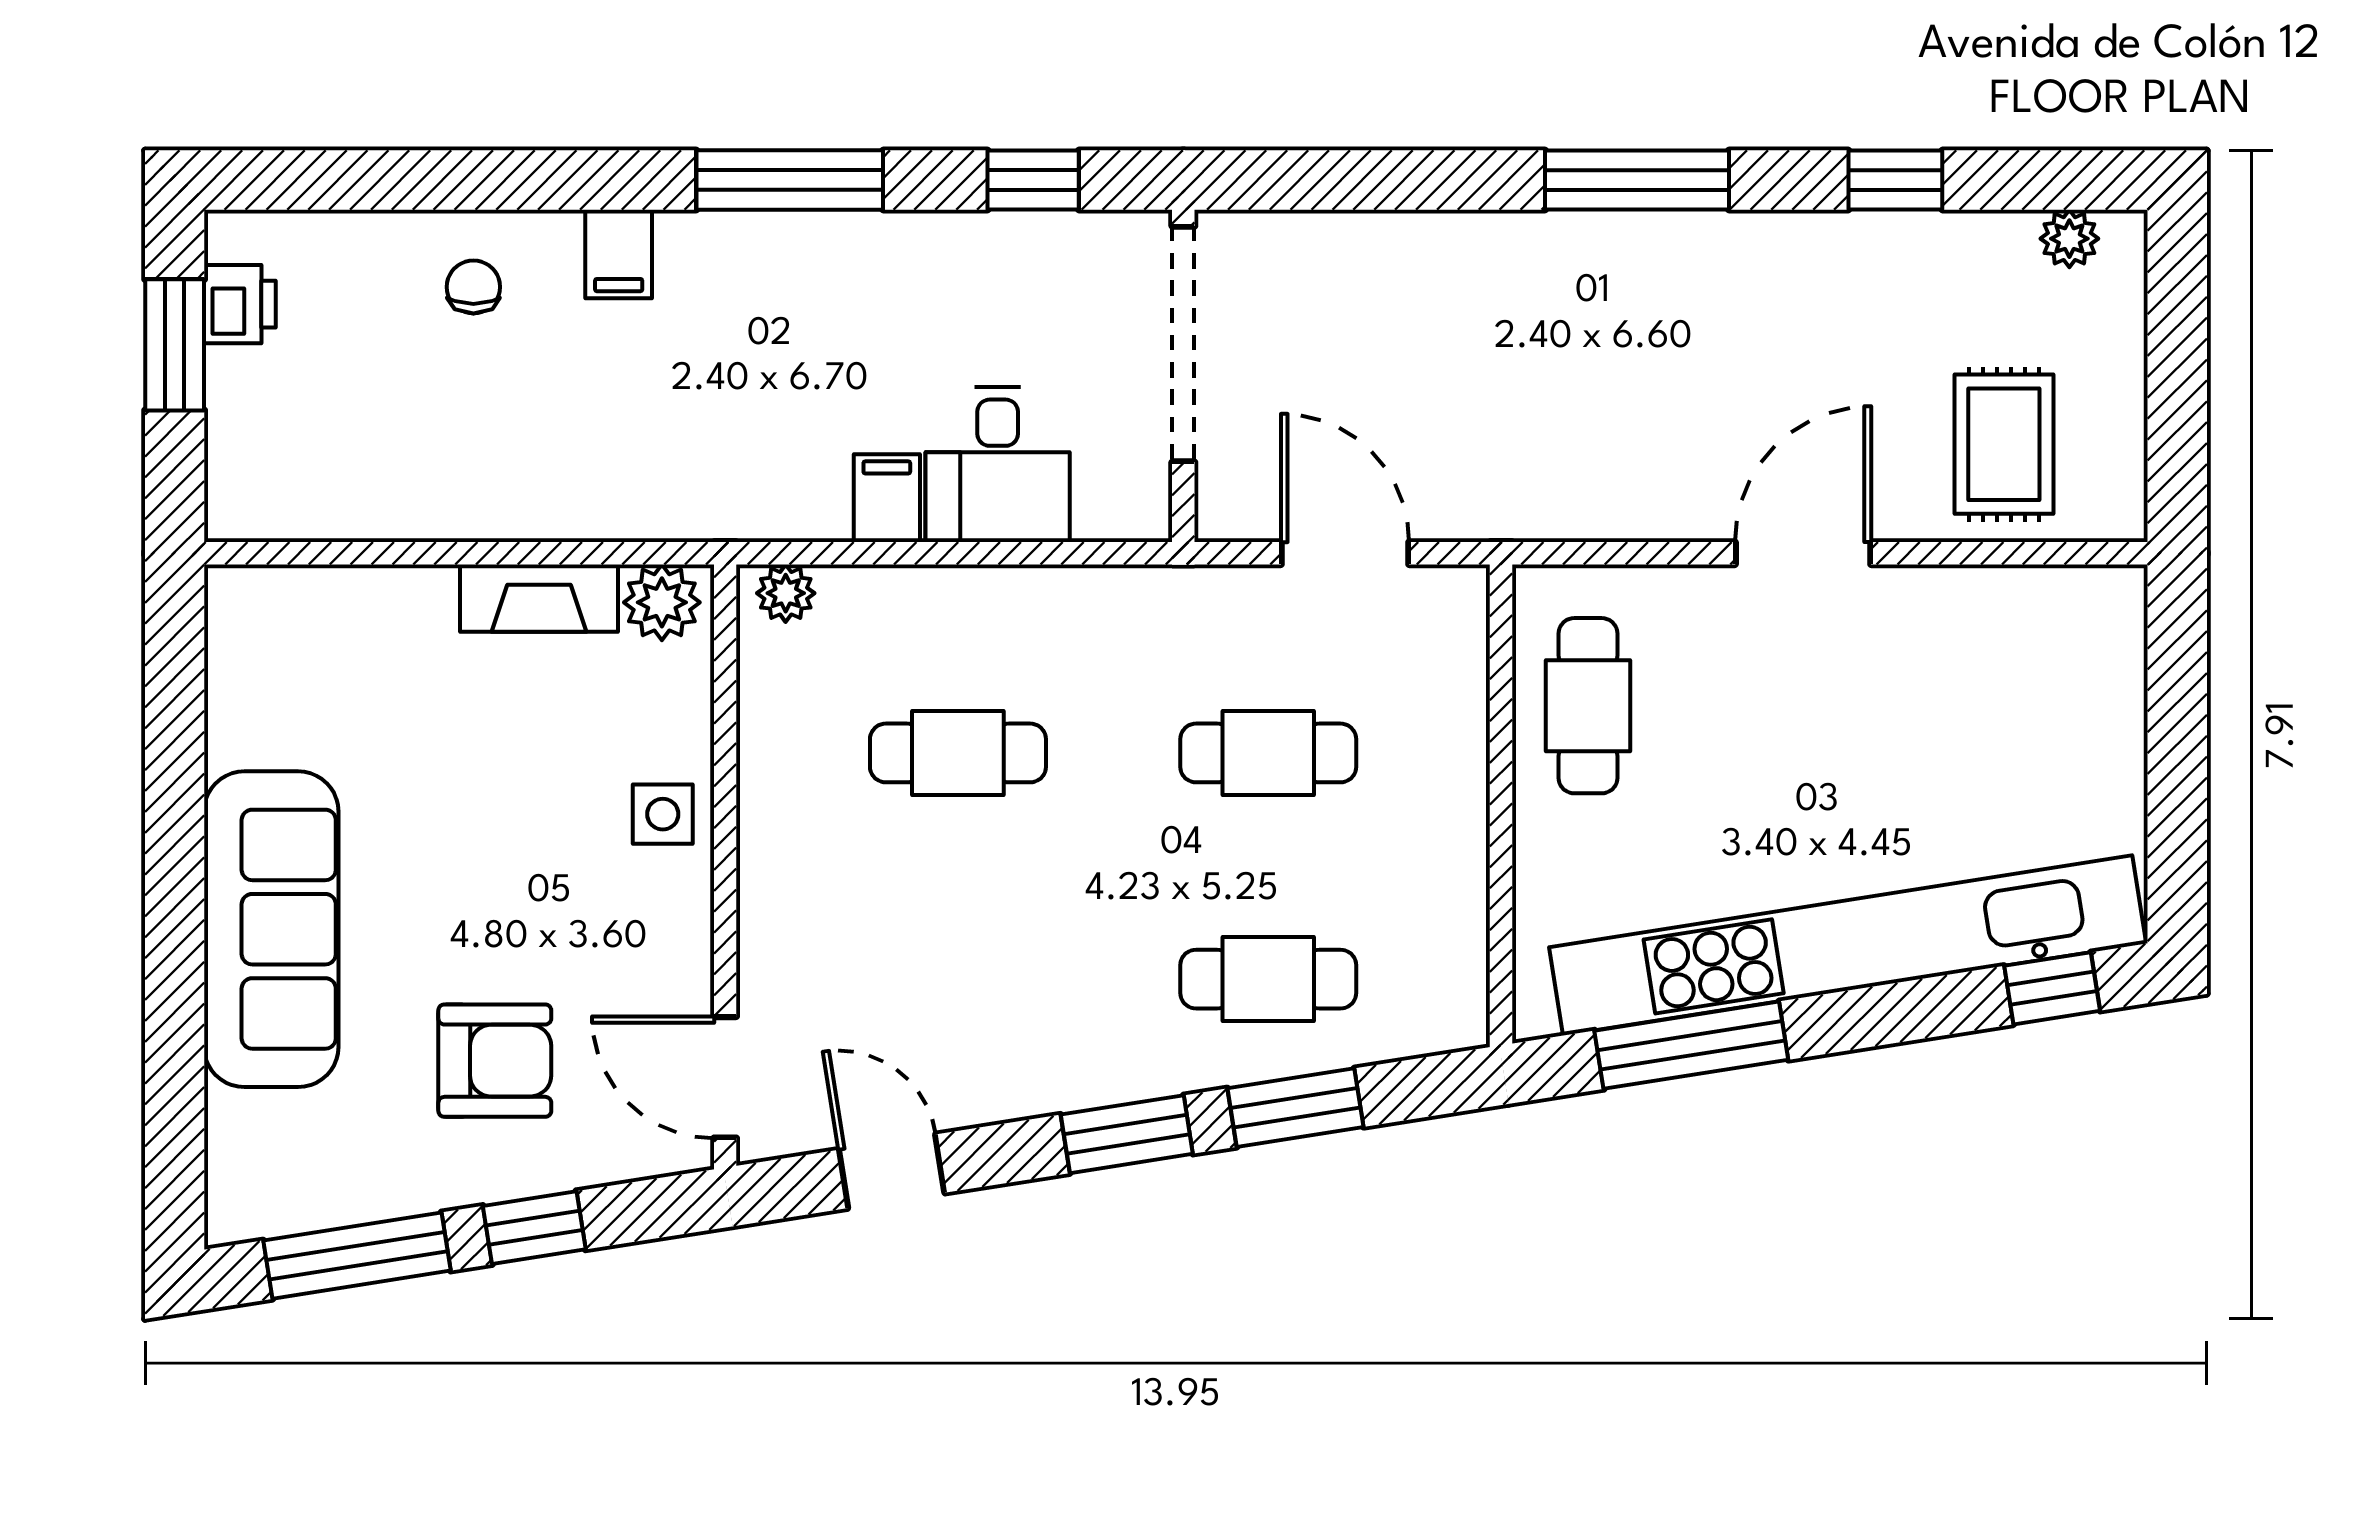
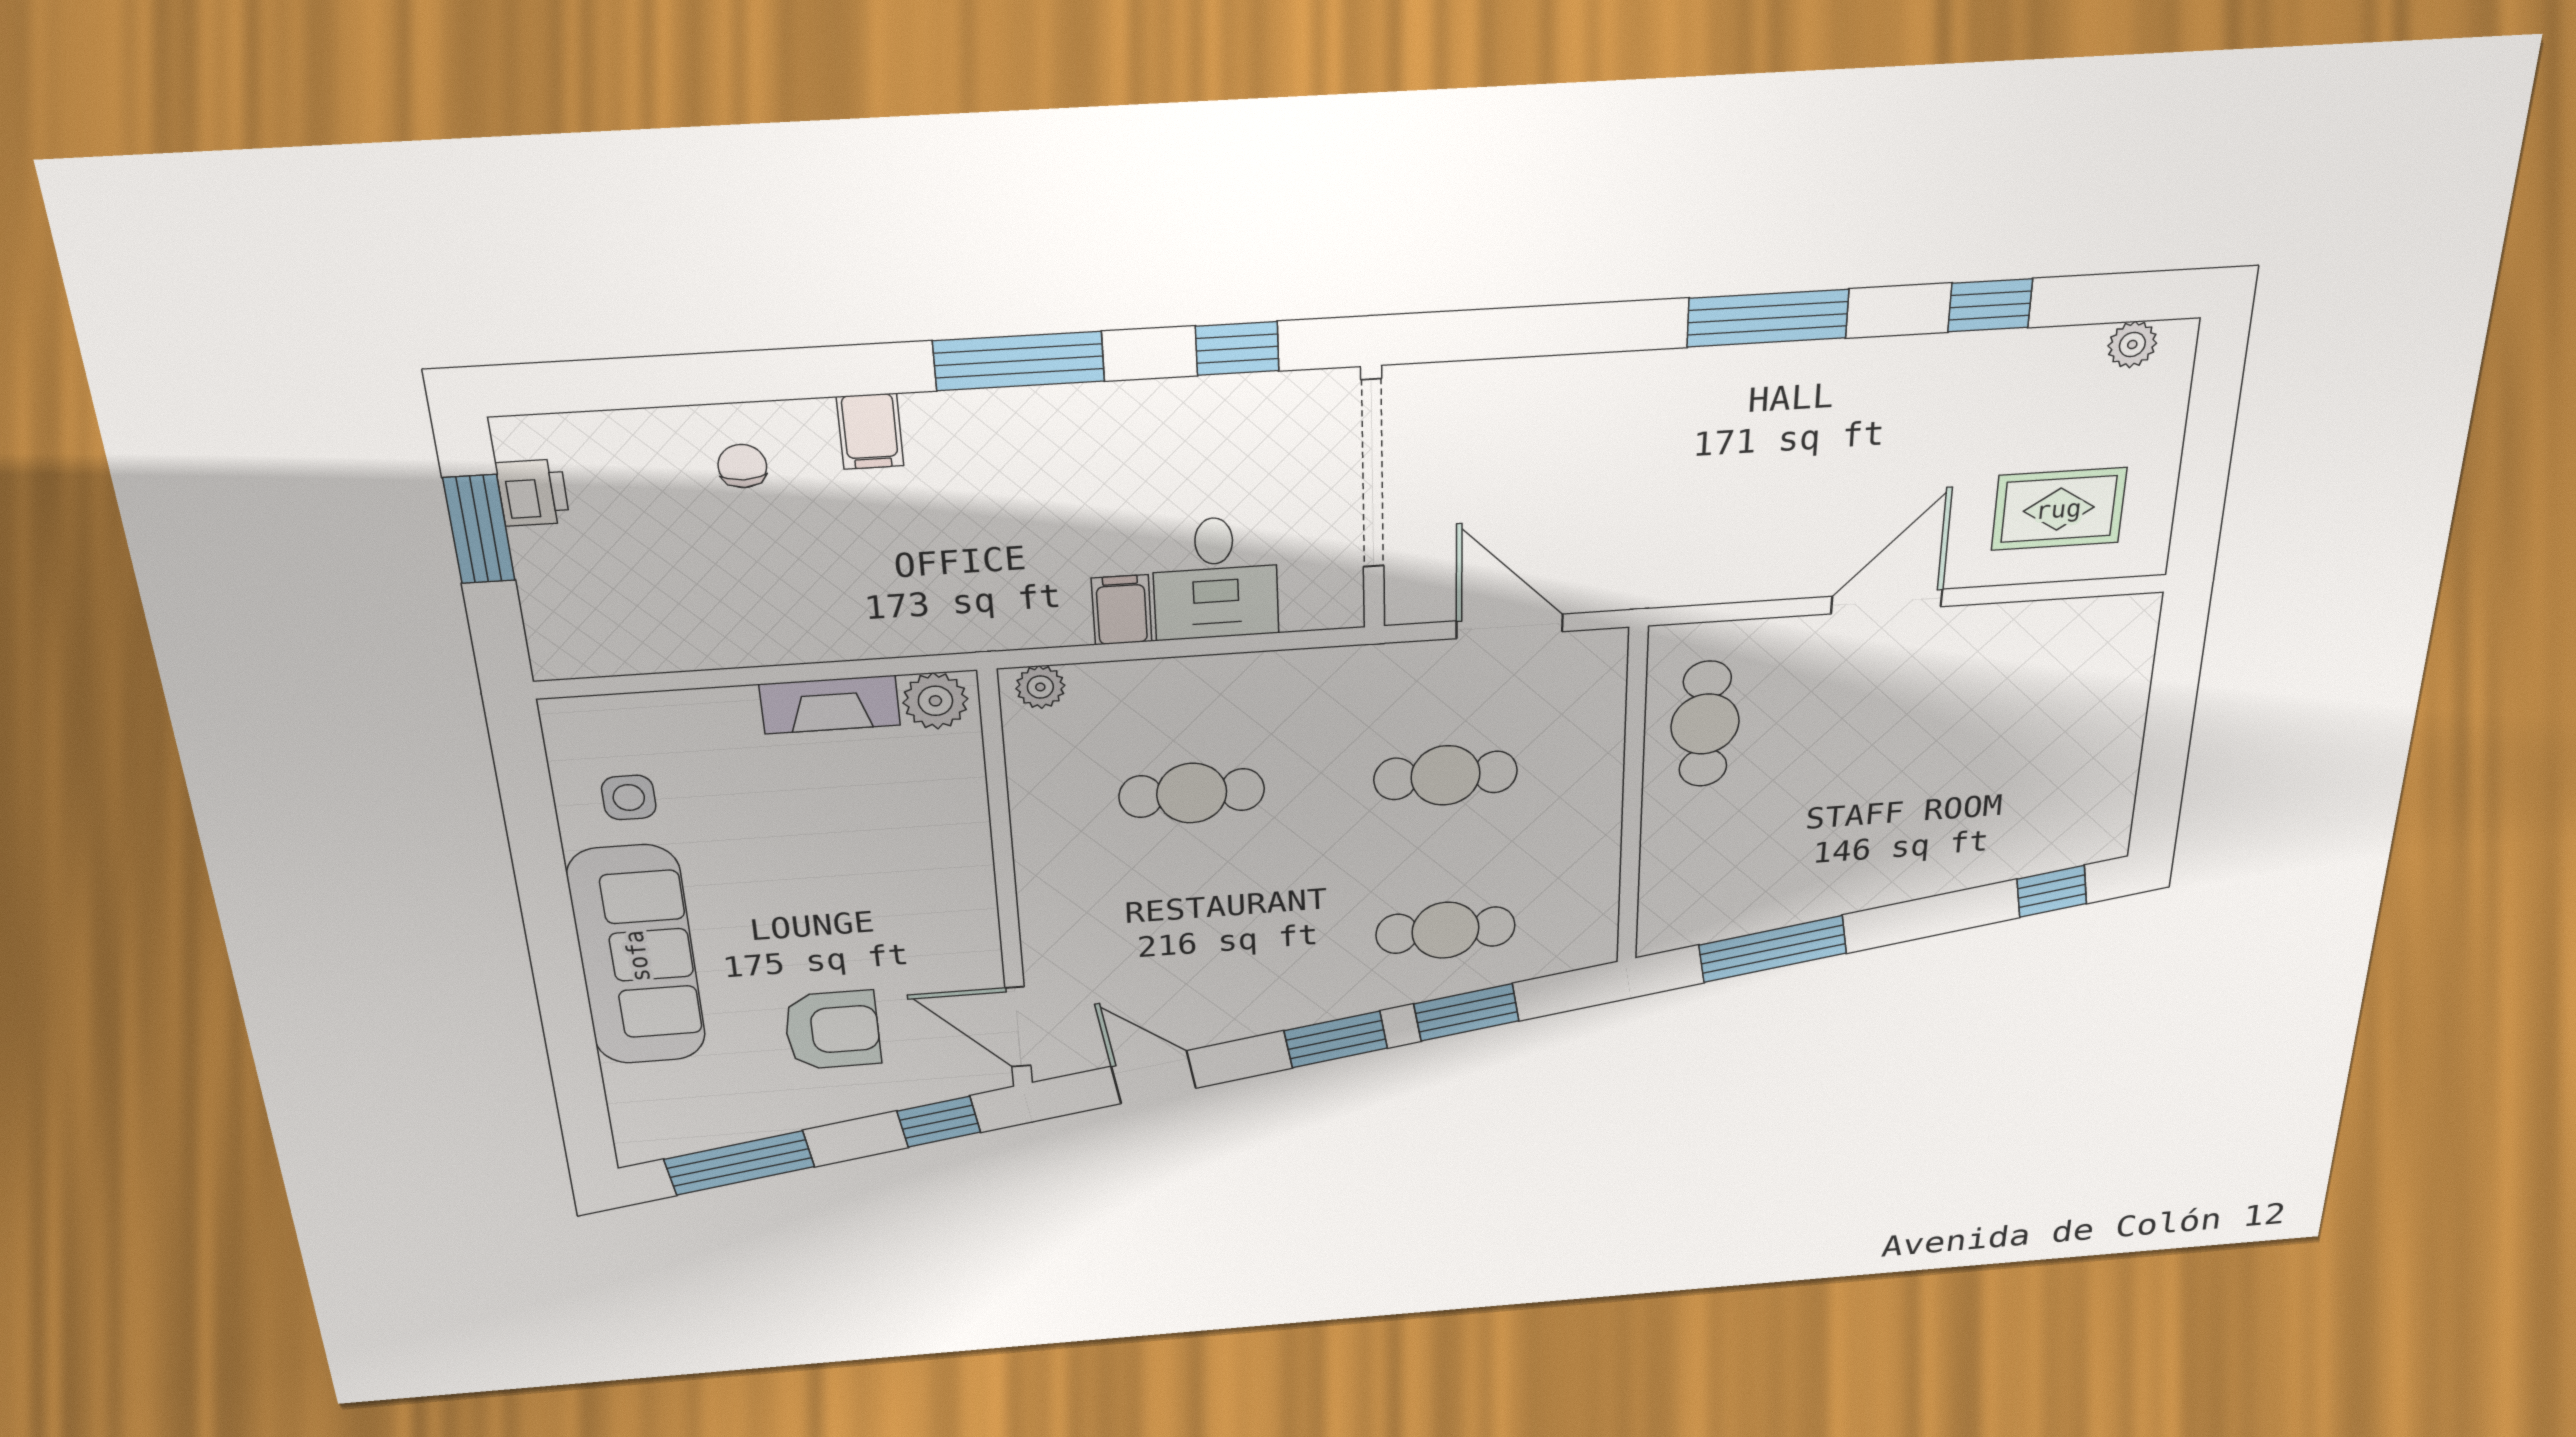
rug: (2004, 444) -> (2059, 509), turned 90
side table: (663, 814) -> (629, 798), moved
kitchen unit: (1848, 945) -> (1898, 874), removed
window: (534, 1228) -> (939, 1122), moved

